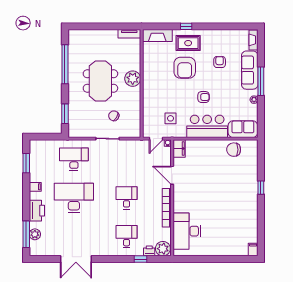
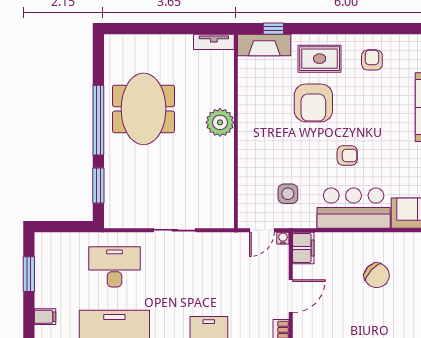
window: (186, 26) -> (273, 29), moved
armchair: (220, 62) -> (372, 60), moved
window: (65, 64) -> (98, 120), moved
meeting table: (100, 81) -> (144, 109), moved
chair: (114, 116) -> (186, 189), removed
chair: (234, 150) -> (377, 275), moved, turned -137
door: (172, 175) -> (291, 296), swing flipped

